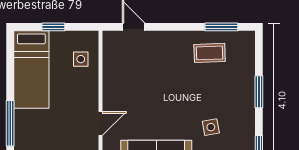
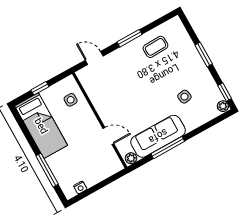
window: (221, 27) -> (130, 38), moved
door: (101, 123) -> (108, 136), hinge flipped

